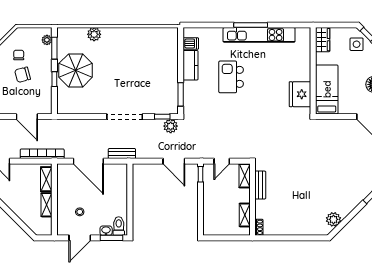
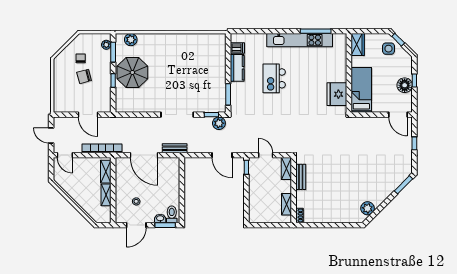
window: (251, 25) -> (316, 31), moved
plant: (94, 34) -> (131, 40), moved
door: (222, 161) -> (266, 155), swing flipped

